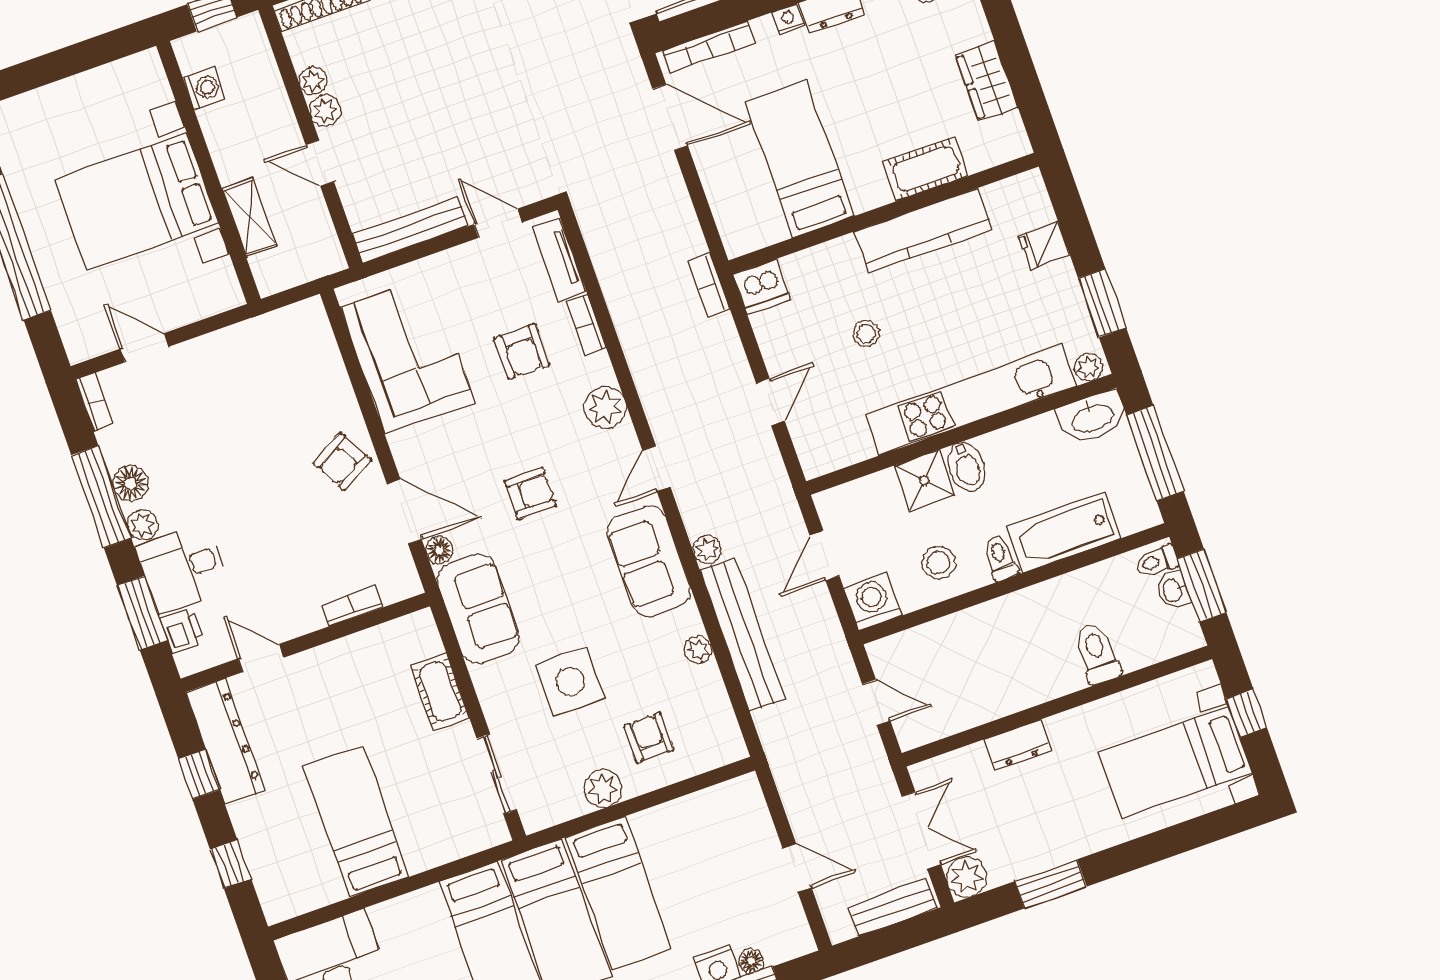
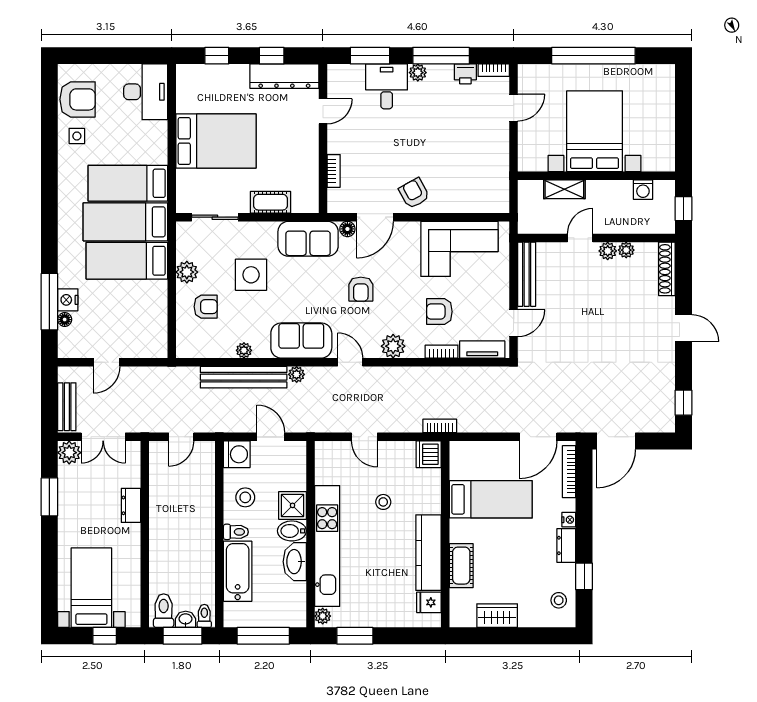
fridge: (1044, 245) -> (429, 602), moved, turned -90
washbasin: (1092, 417) -> (295, 562), moved
floor lamp: (131, 483) -> (443, 74), removed
printer: (182, 630) -> (465, 74), moved
toilet: (1097, 653) -> (164, 611), moved, turned -90
bed: (356, 822) -> (216, 141), width x1.50

